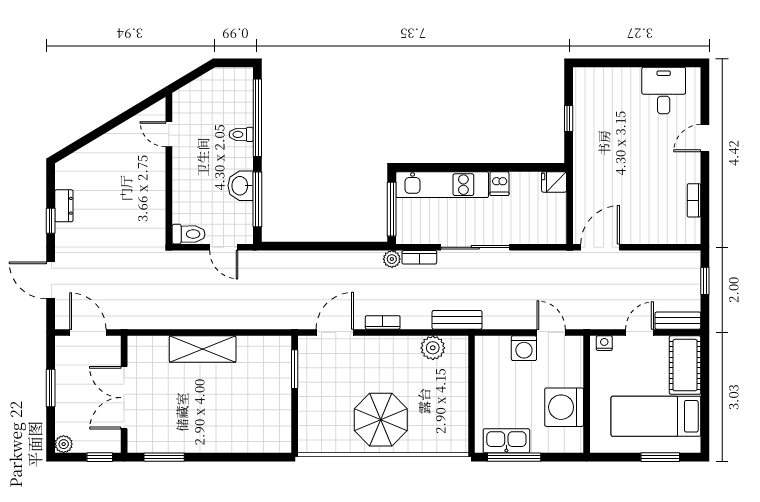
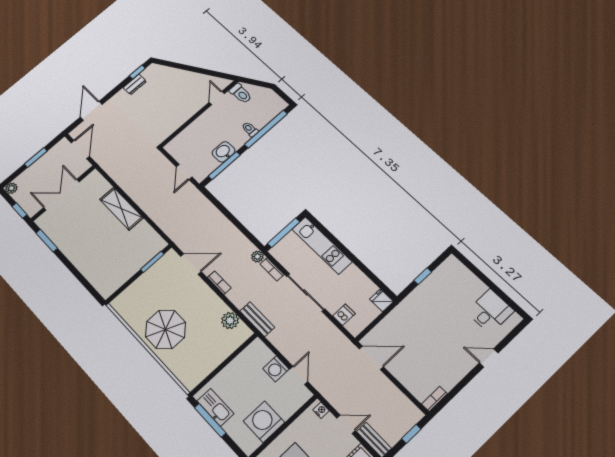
dishwasher: (499, 184) -> (344, 315), moved, turned 180
bookcase: (694, 200) -> (434, 399), moved
window: (51, 221) -> (137, 72), moved
toilet: (189, 234) -> (241, 93), moved

